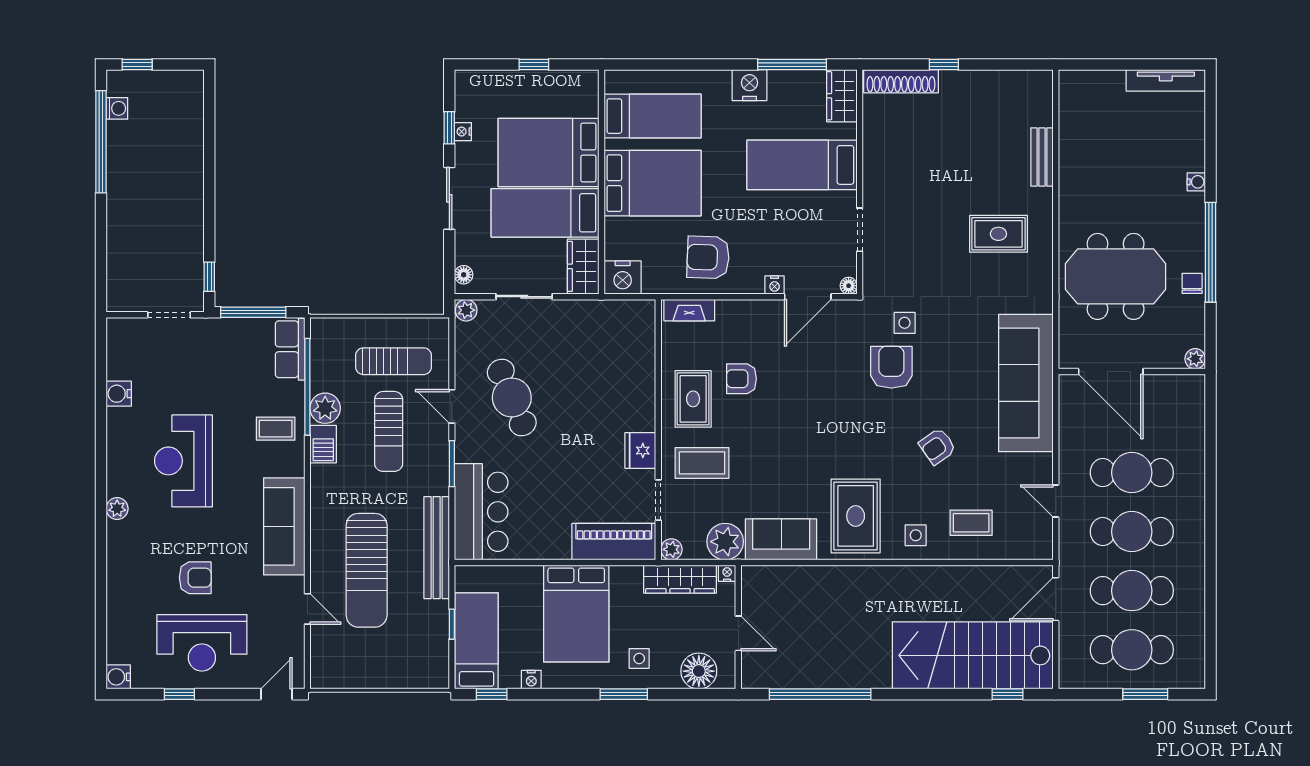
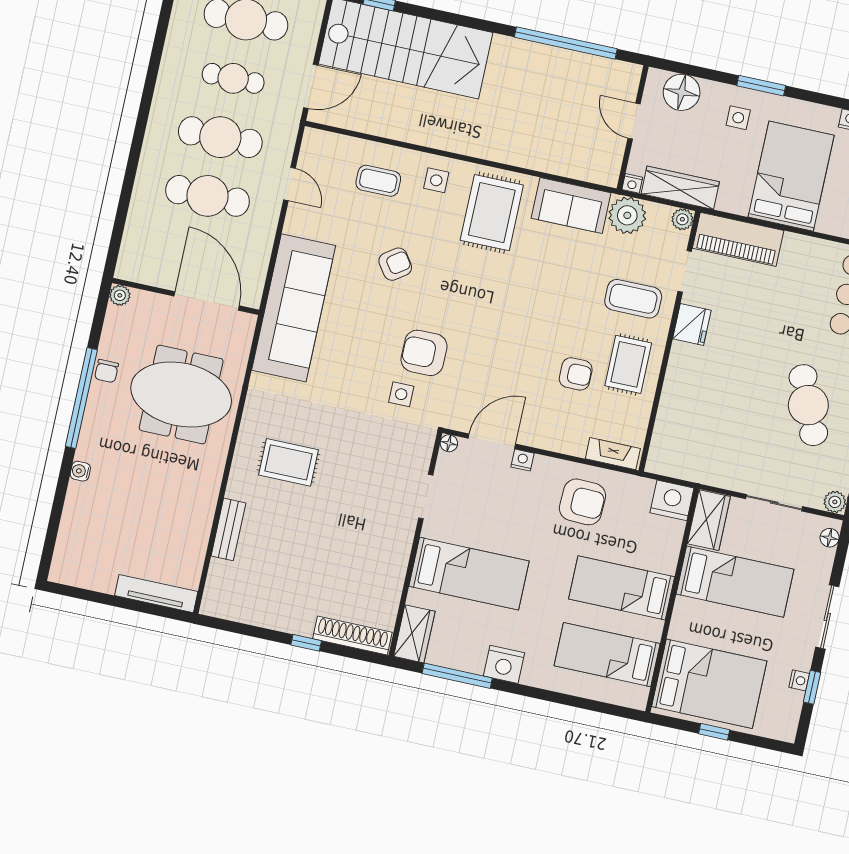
tv unit: (1166, 80) -> (156, 594), moved
bed: (549, 152) -> (709, 684), moved
bed: (653, 183) -> (622, 588), width x0.67
armchair: (891, 367) -> (424, 353), turned 90
cafe table: (1132, 591) -> (233, 78), width x0.73, depth x0.74

